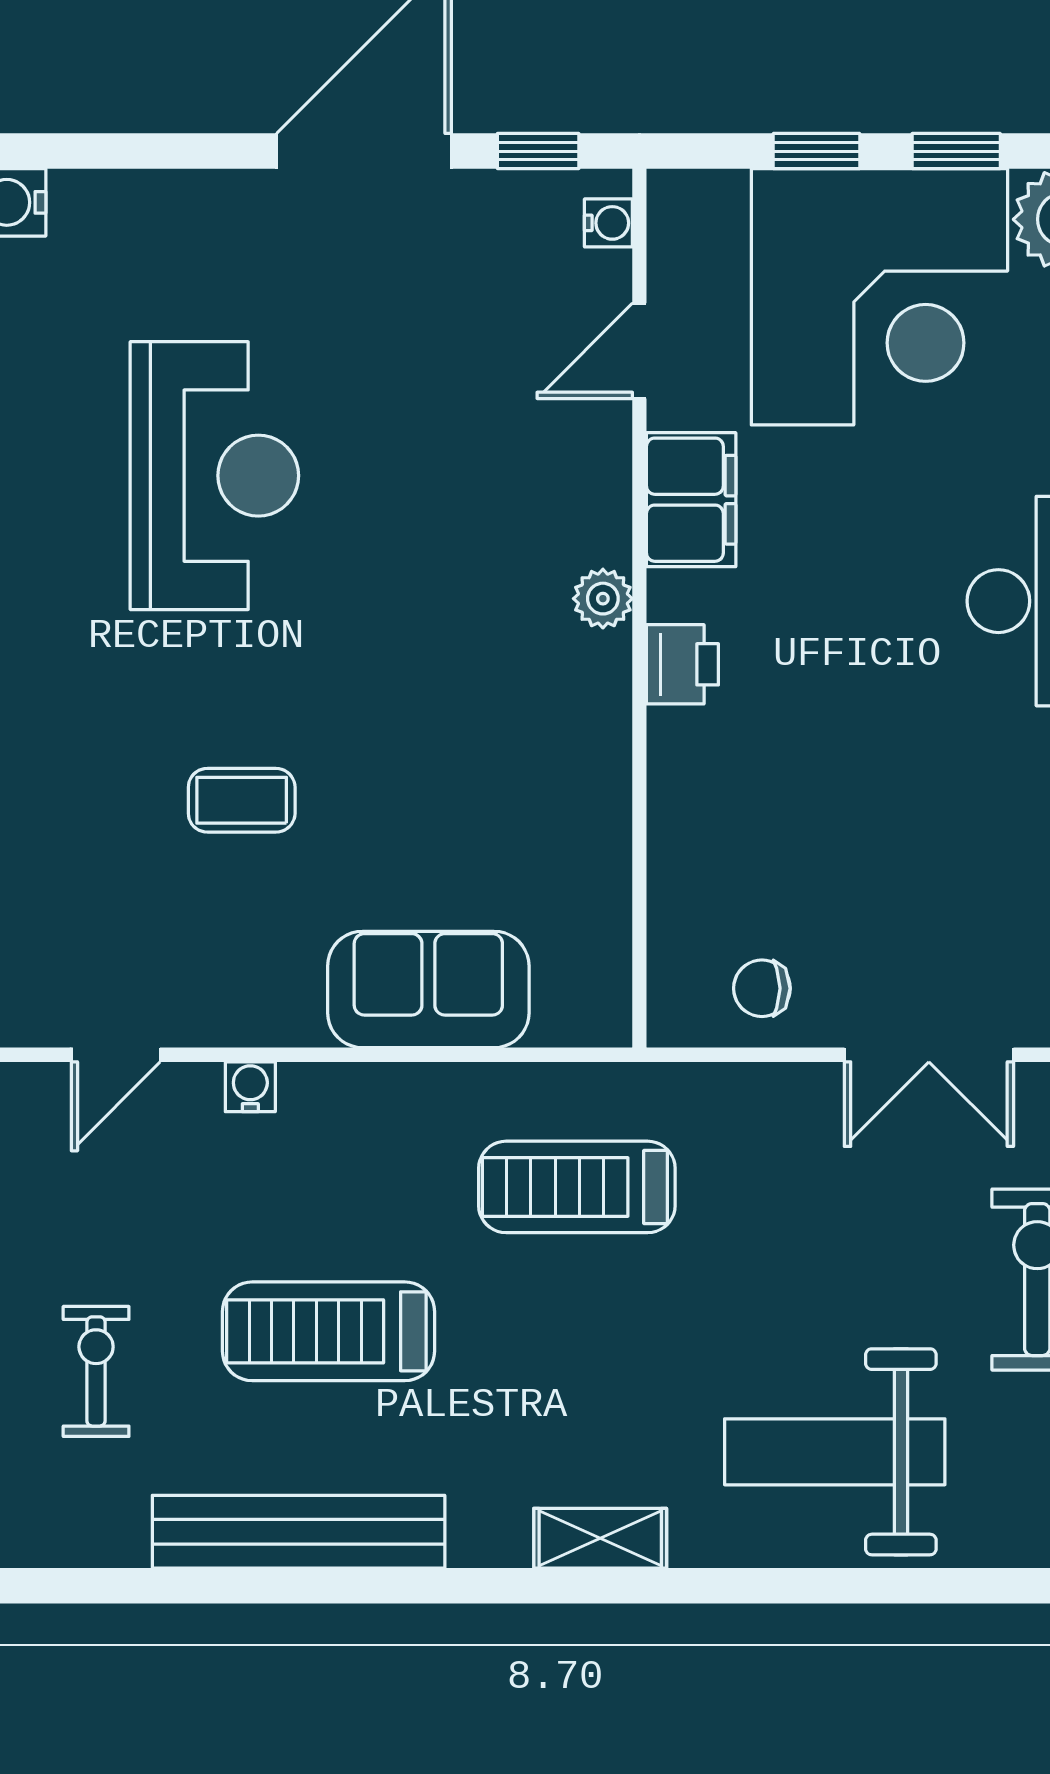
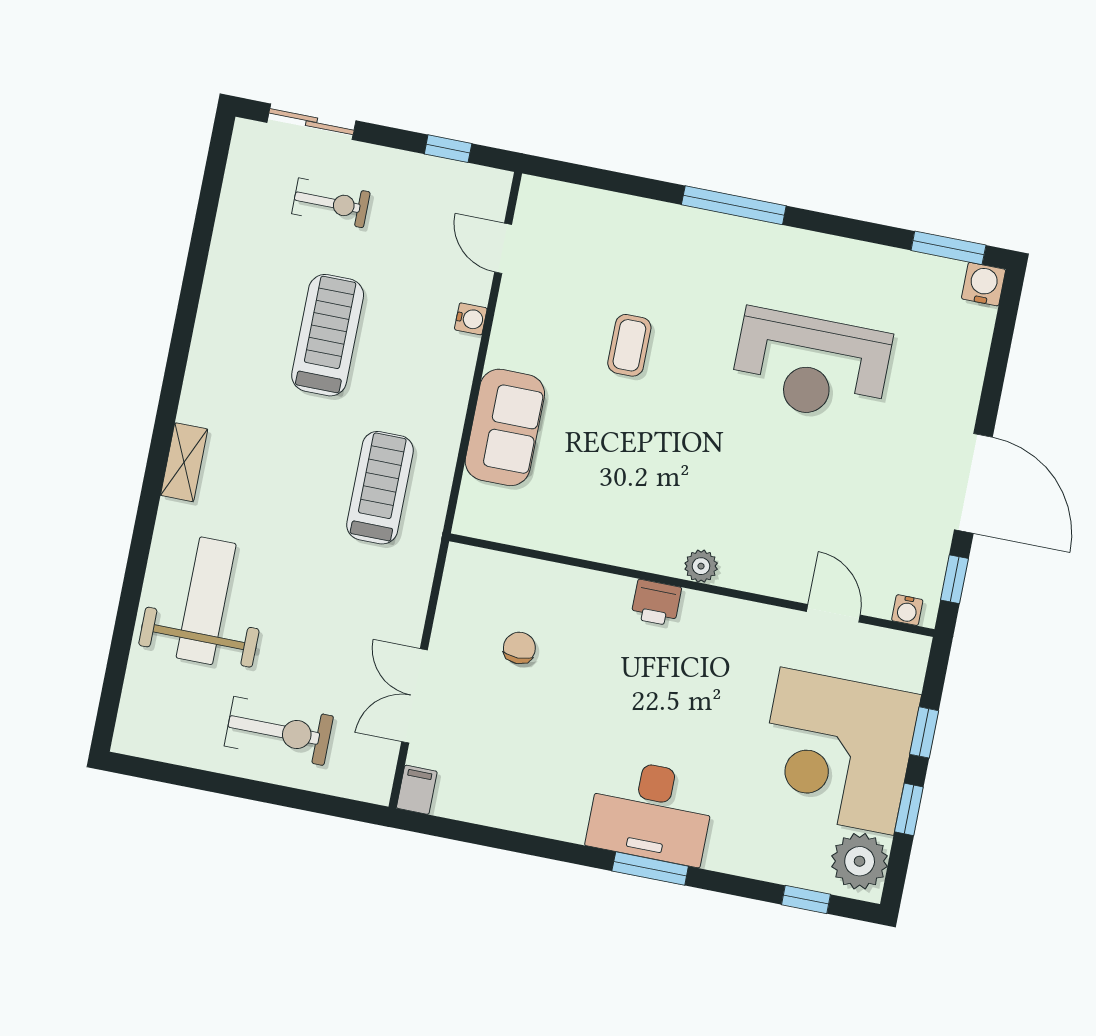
filing cabinet: (691, 500) -> (746, 625), removed
chair: (762, 988) -> (519, 648), moved
bench: (299, 1532) -> (221, 297), removed

